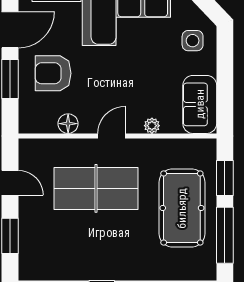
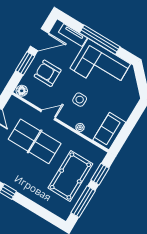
side table: (193, 41) -> (80, 100), moved
floor lamp: (68, 124) -> (22, 91), moved
door: (112, 136) -> (48, 115), moved

